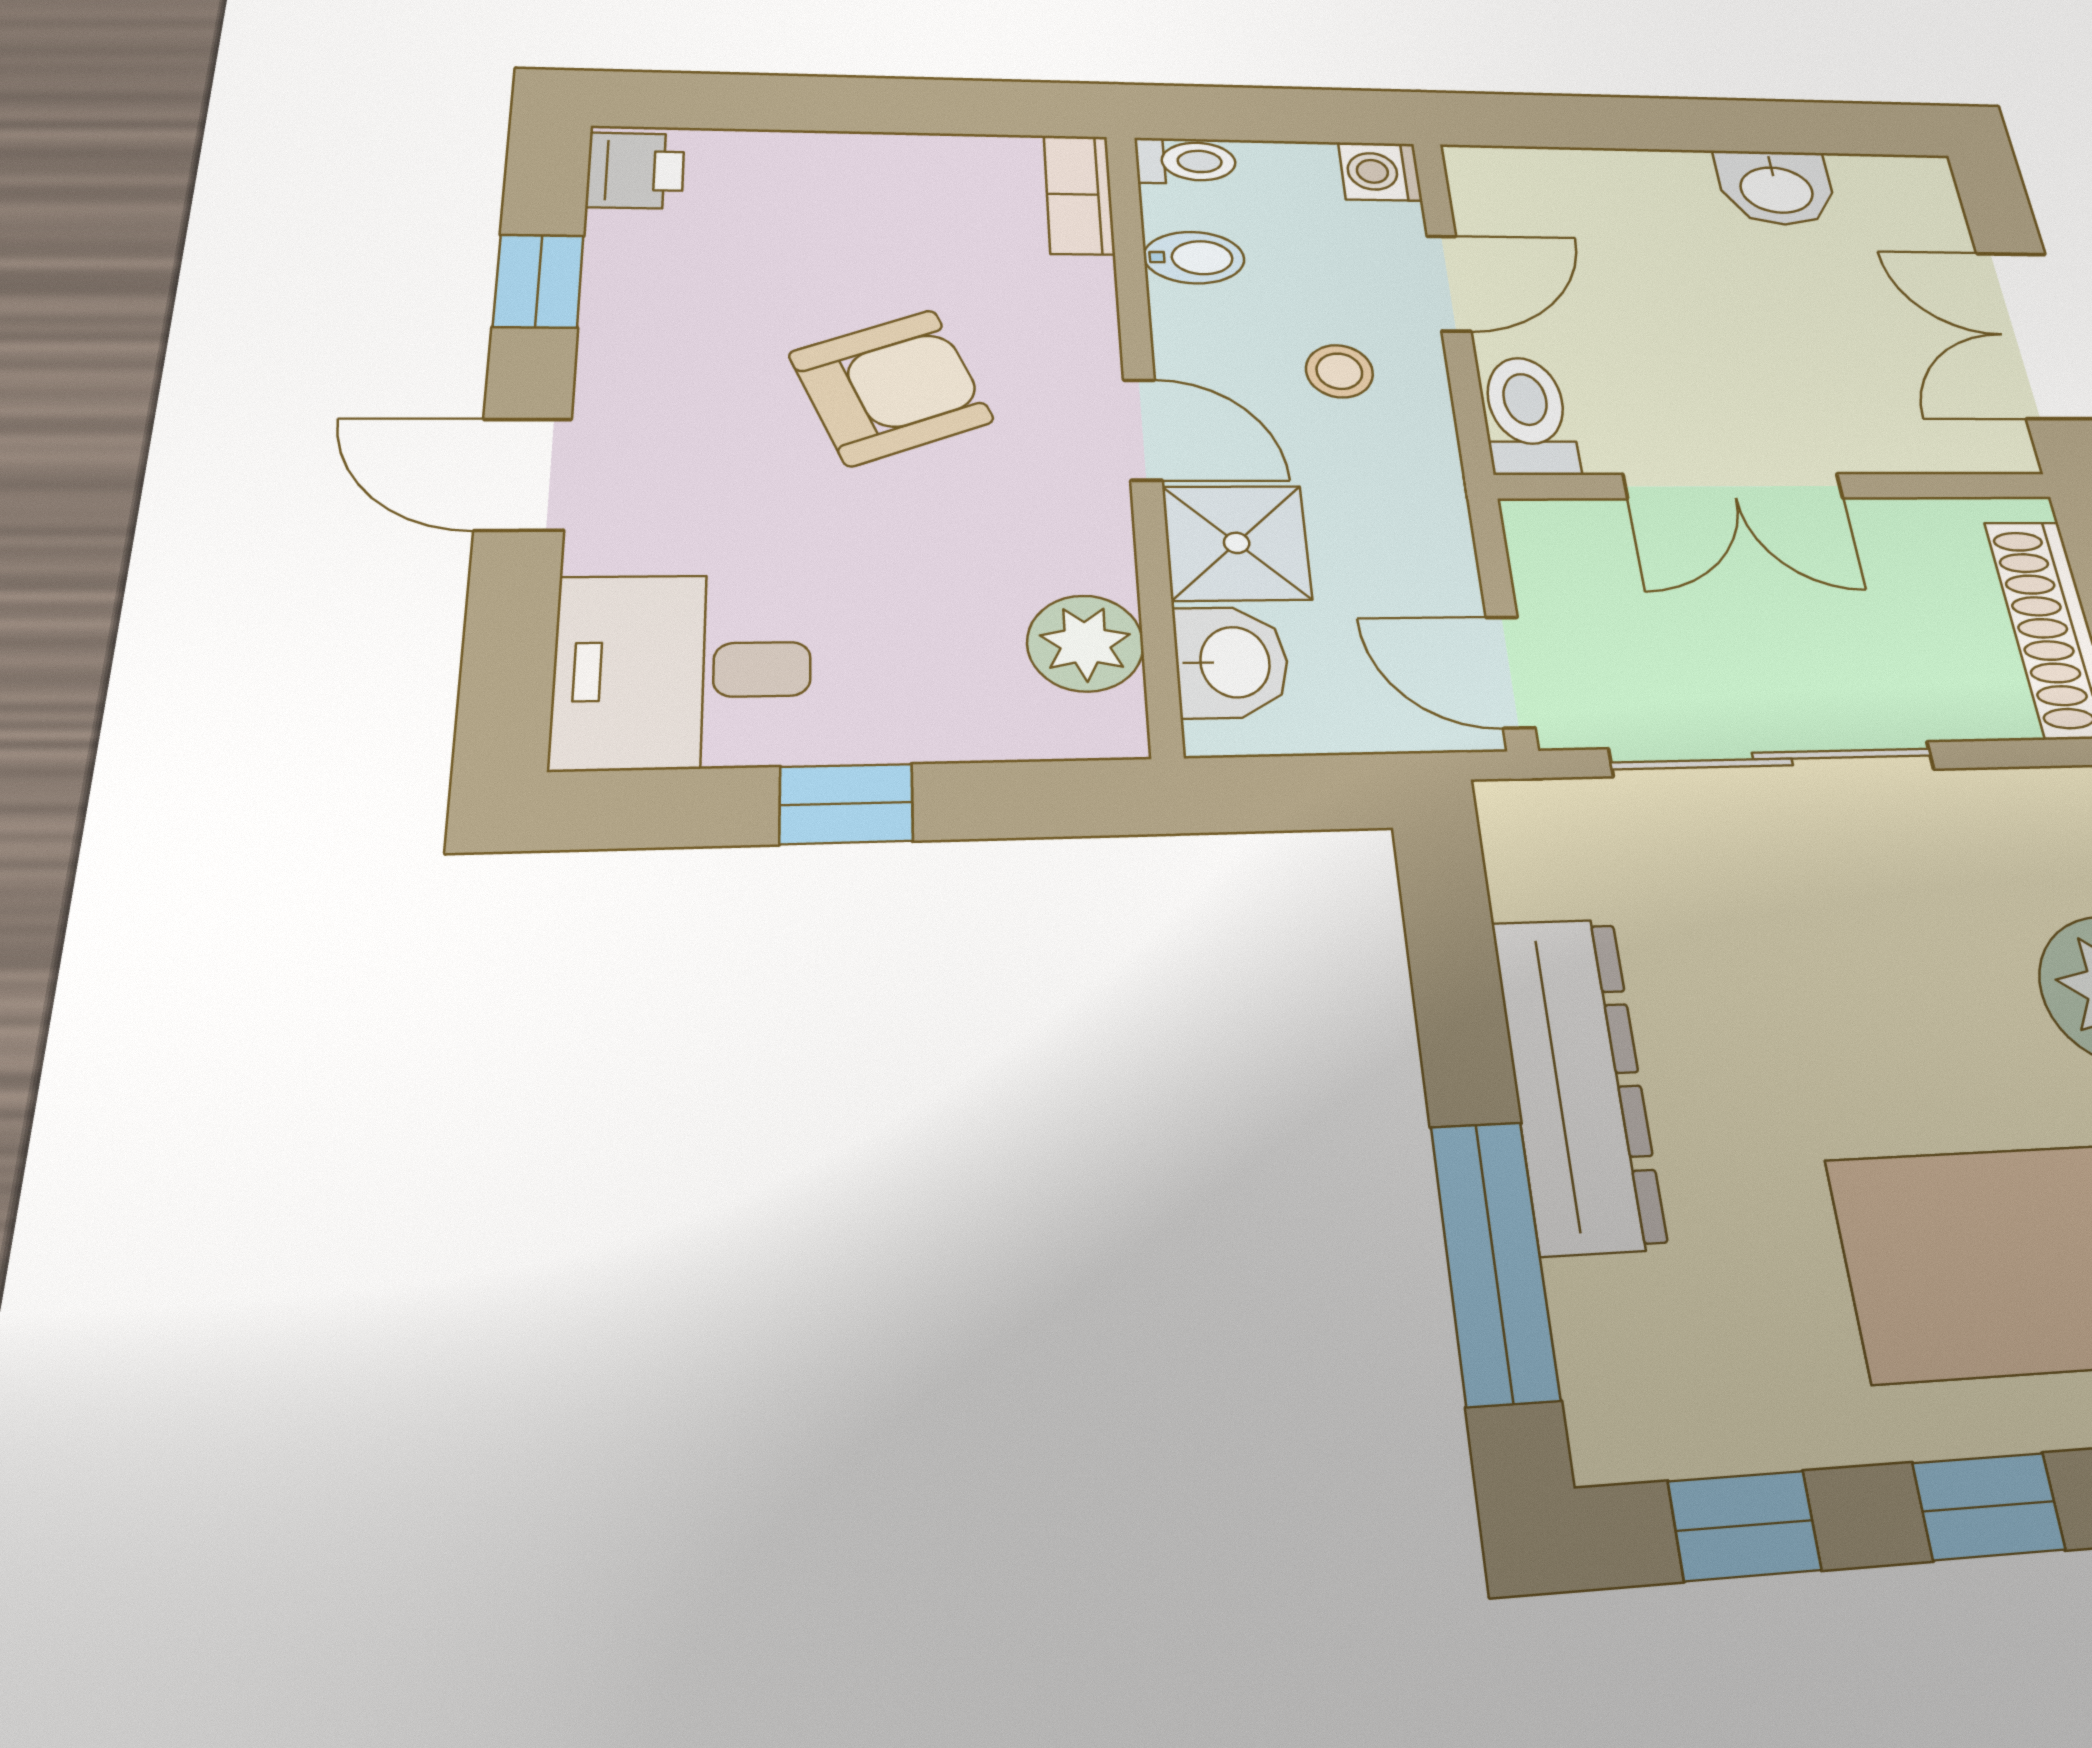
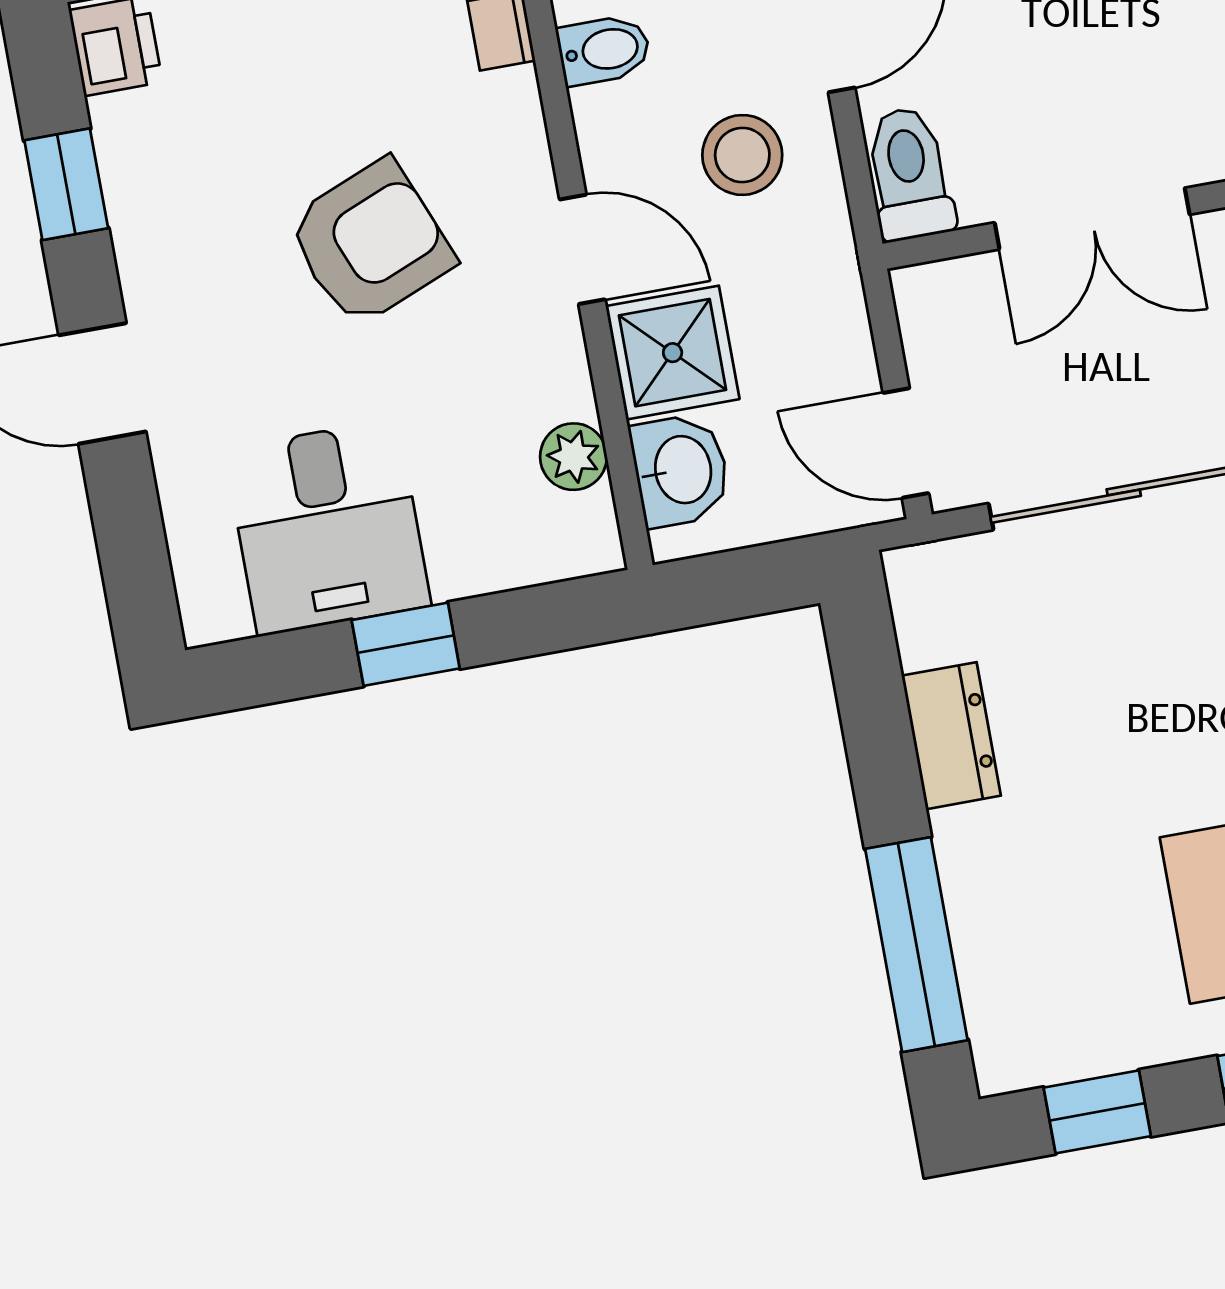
stool: (1339, 371) -> (742, 155), width x1.37, depth x1.37
plant: (1085, 643) -> (573, 457), width x0.73, depth x0.73
desk: (683, 670) -> (328, 527), moved, turned -90
dresser: (1577, 1082) -> (951, 736), width x0.51, depth x0.80

